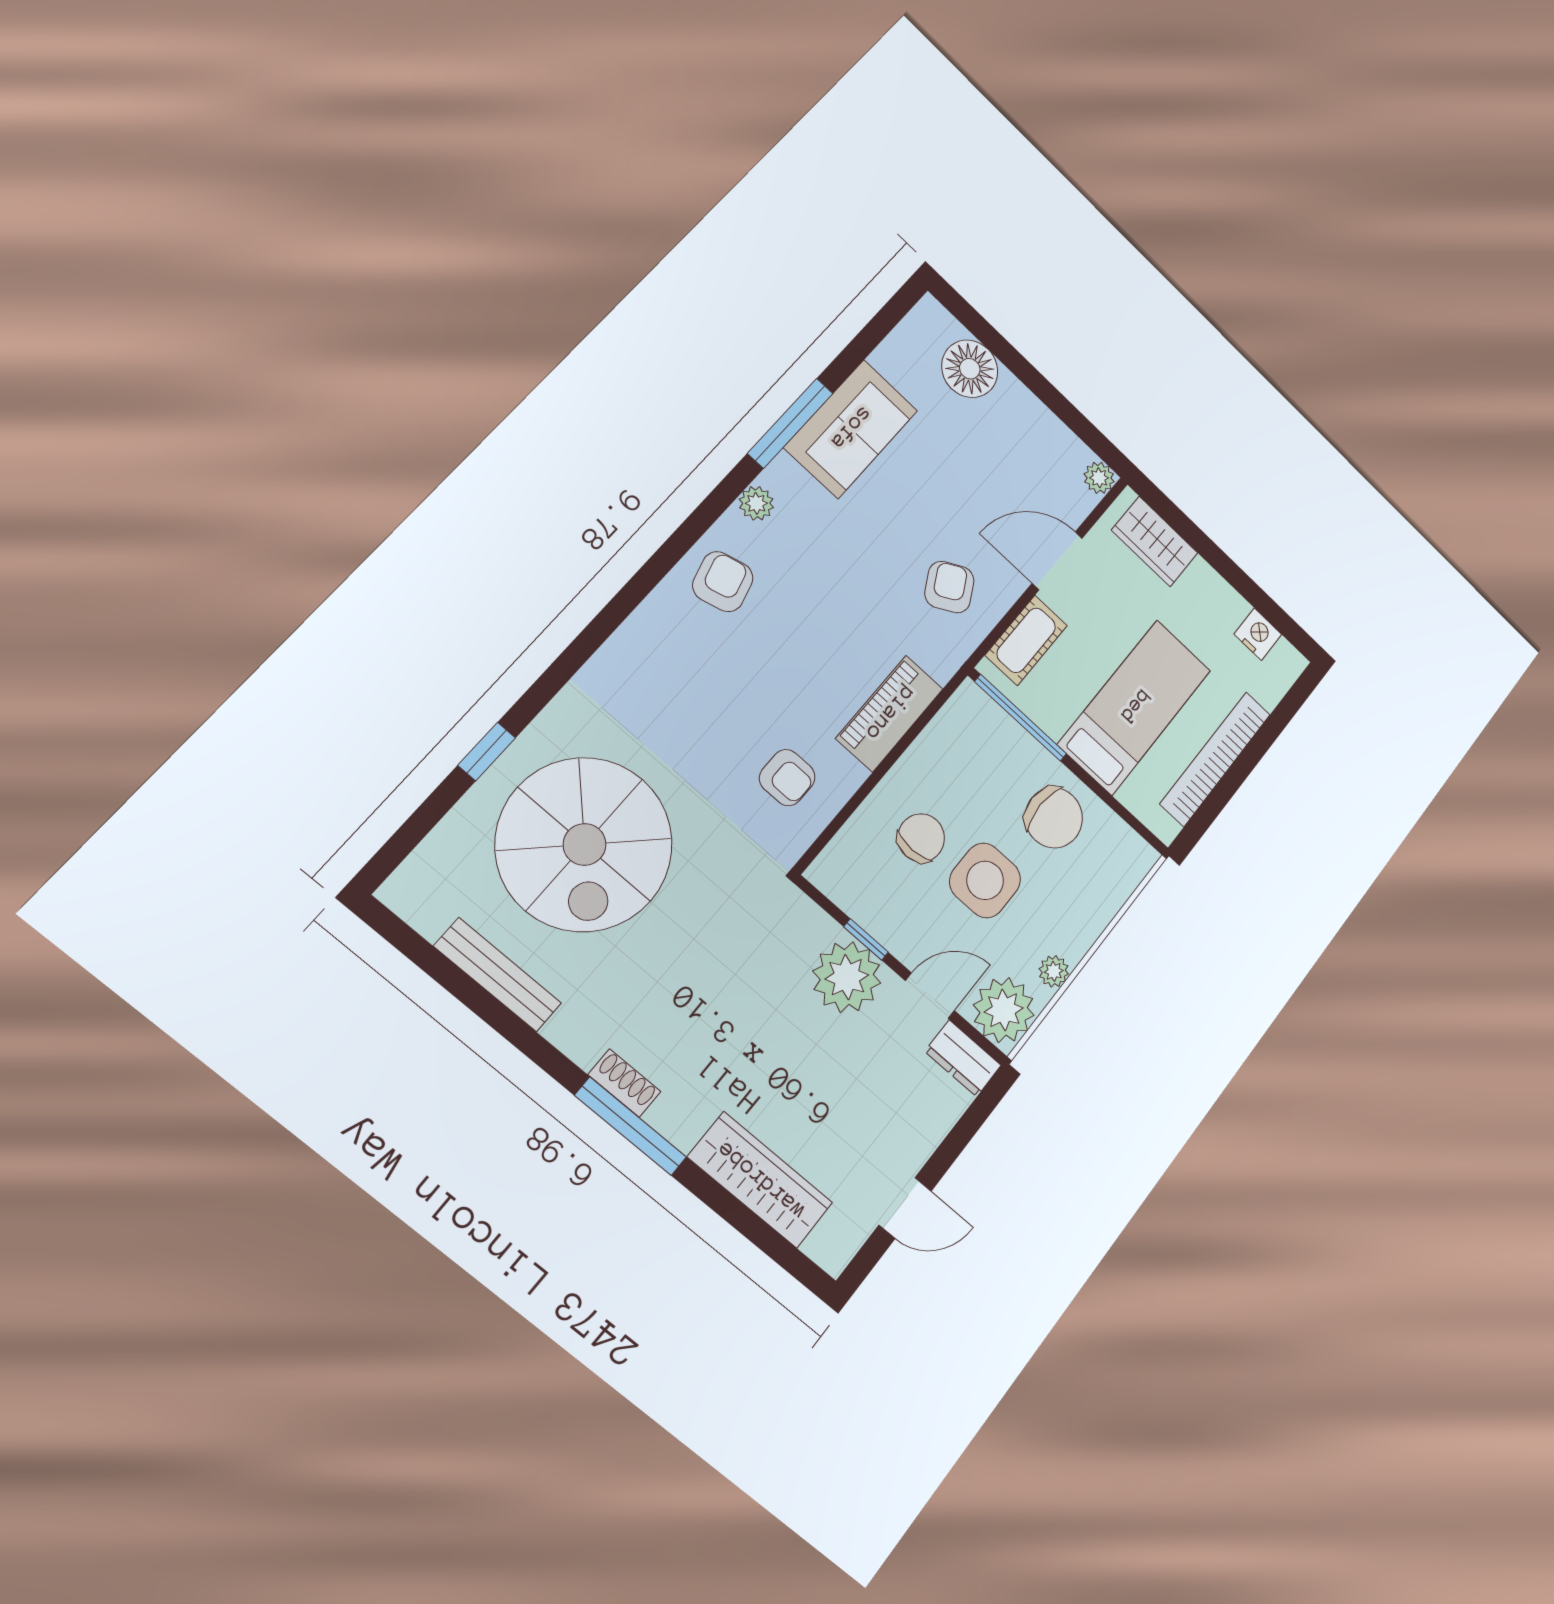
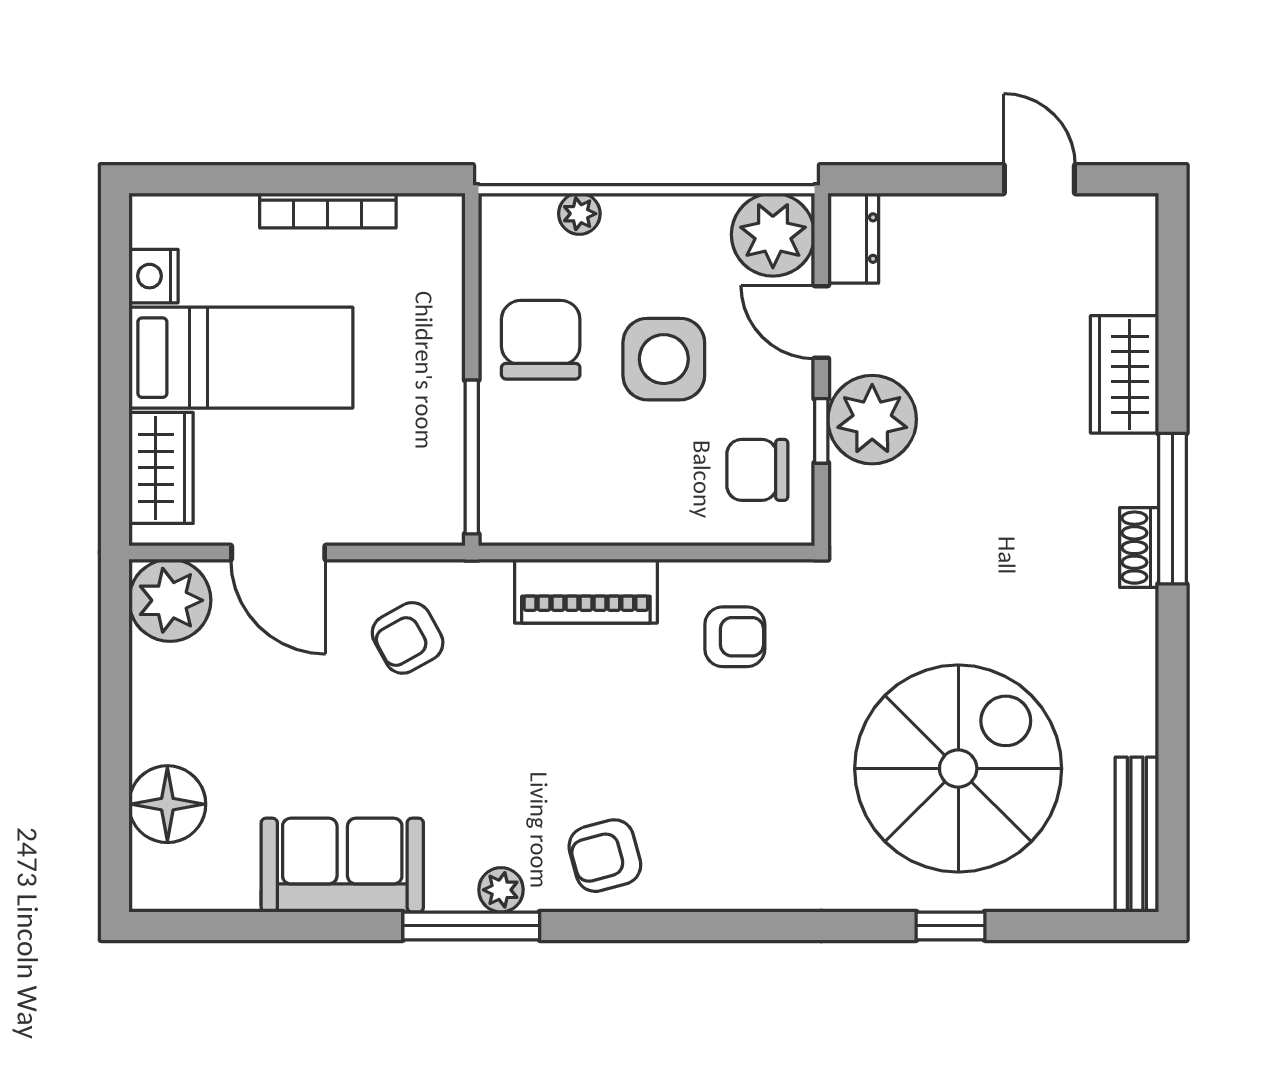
window: (790, 423) -> (471, 926), moved
plant: (1099, 478) -> (170, 600), width x1.88, depth x1.88
cot: (1026, 640) -> (389, 517), removed
bed: (1135, 707) -> (241, 358), moved, turned 180
bookcase: (1215, 759) -> (328, 210), width x0.68, depth x0.76
armchair: (787, 778) -> (735, 637), turned 90
chair: (921, 838) -> (757, 470), moved
plant: (1054, 971) -> (579, 214), moved
bench: (498, 975) -> (1137, 835), moved
wardrobe: (760, 1180) -> (1124, 374), width x0.67

